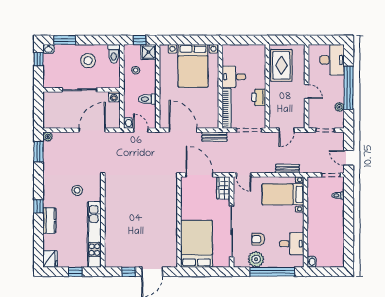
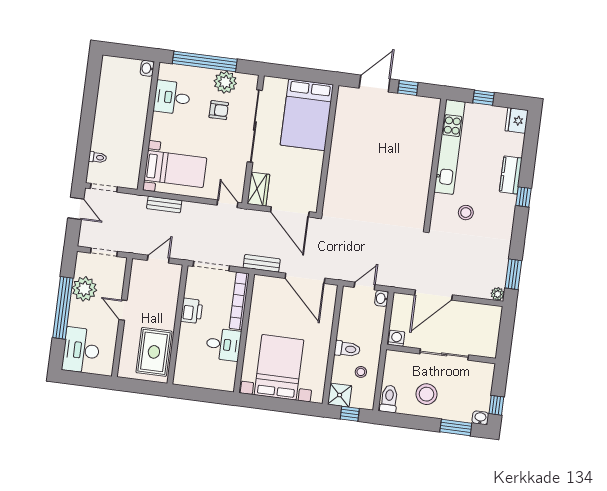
toilet: (147, 99) -> (347, 349), moved
plant: (339, 107) -> (84, 289), width x1.88, depth x1.88
door: (141, 130) -> (365, 286), swing flipped

